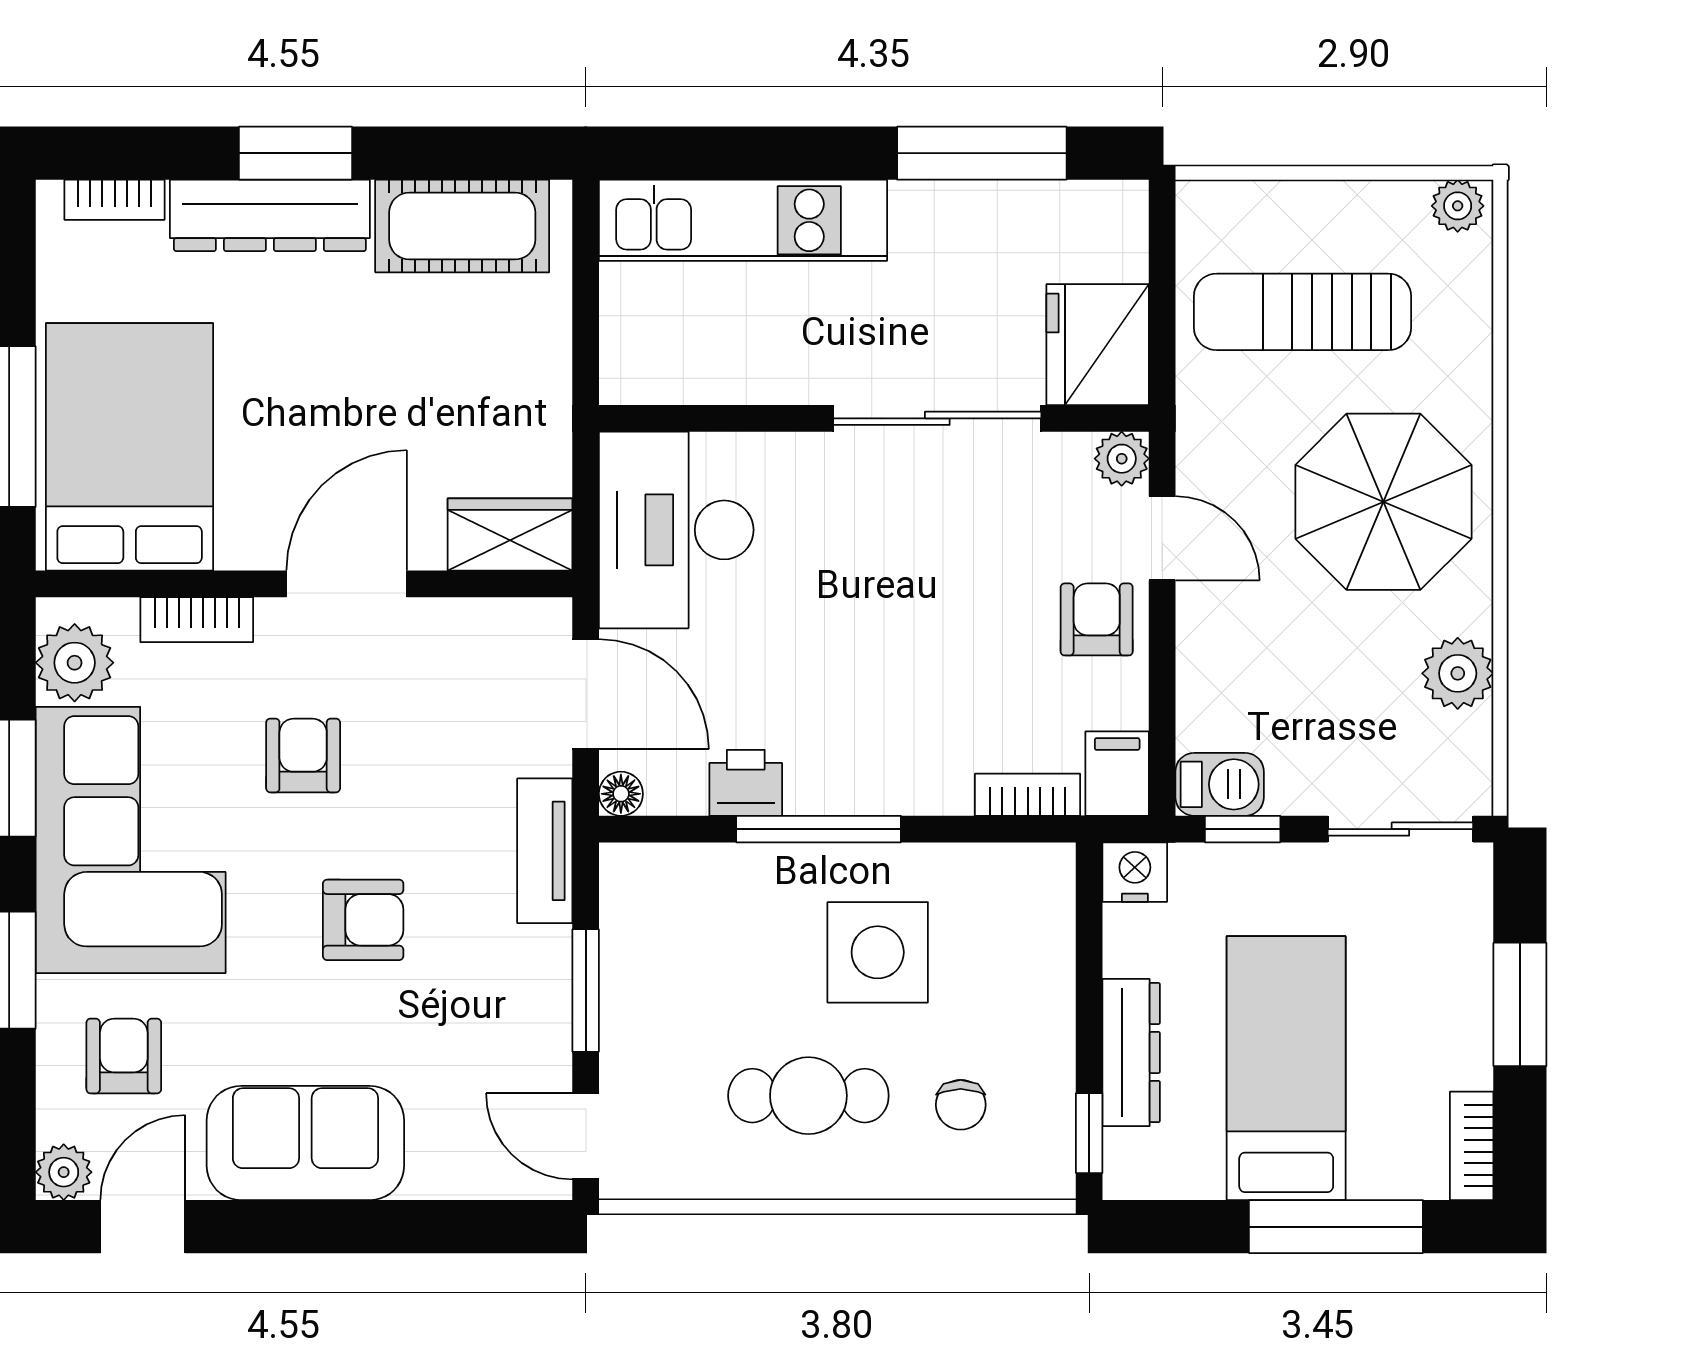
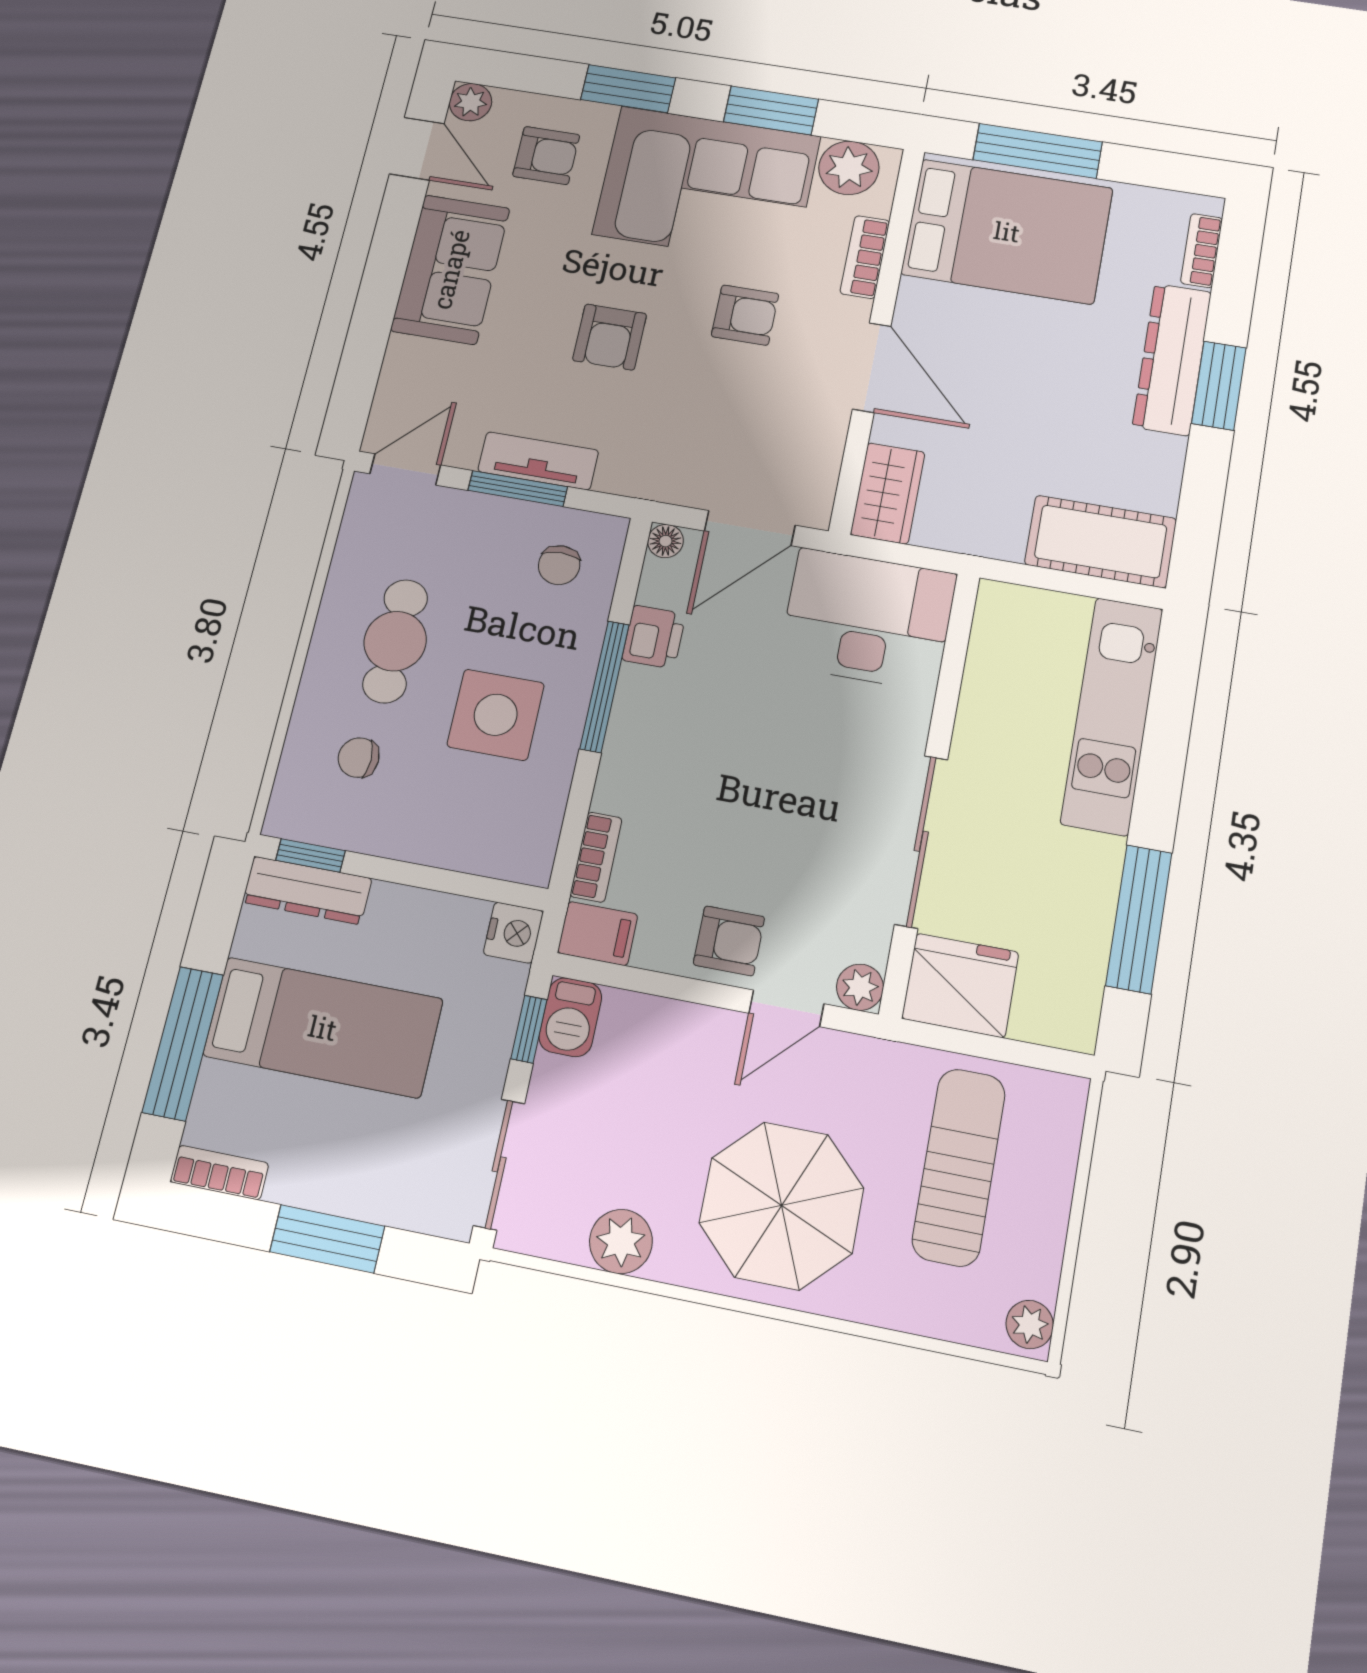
cot: (462, 226) -> (1101, 541), moved, turned 90
tv unit: (545, 851) -> (538, 461), moved
chair: (676, 917) -> (559, 565), added
dresser: (1131, 1052) -> (307, 890), moved

